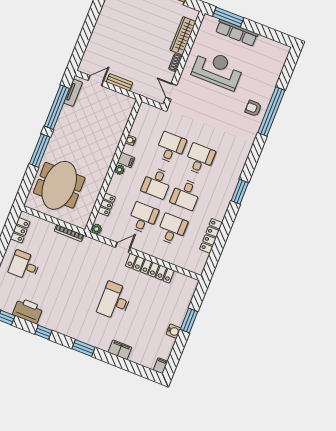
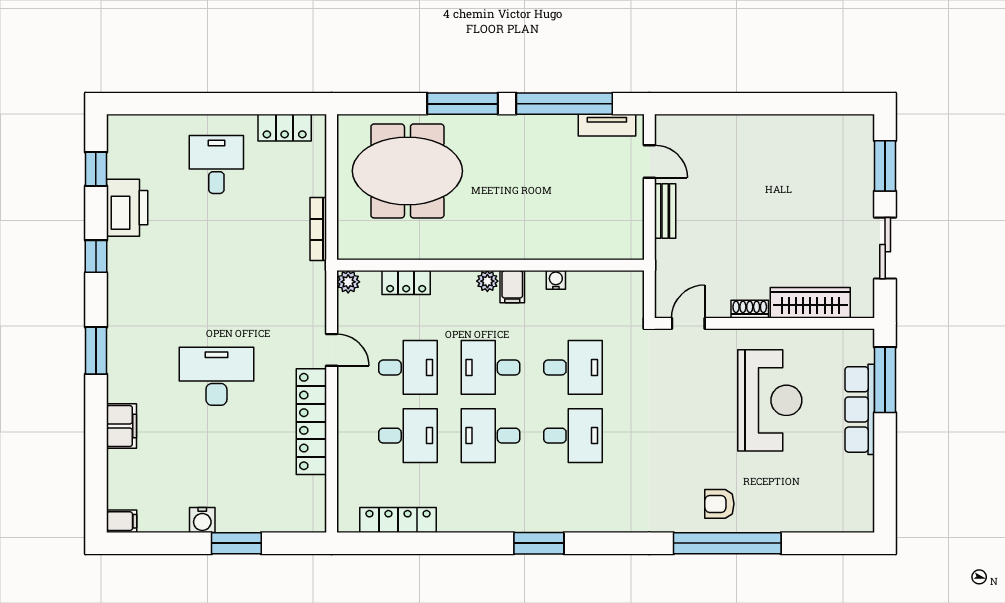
armchair: (253, 108) -> (719, 504), turned -90
locker: (211, 236) -> (398, 520), moved

